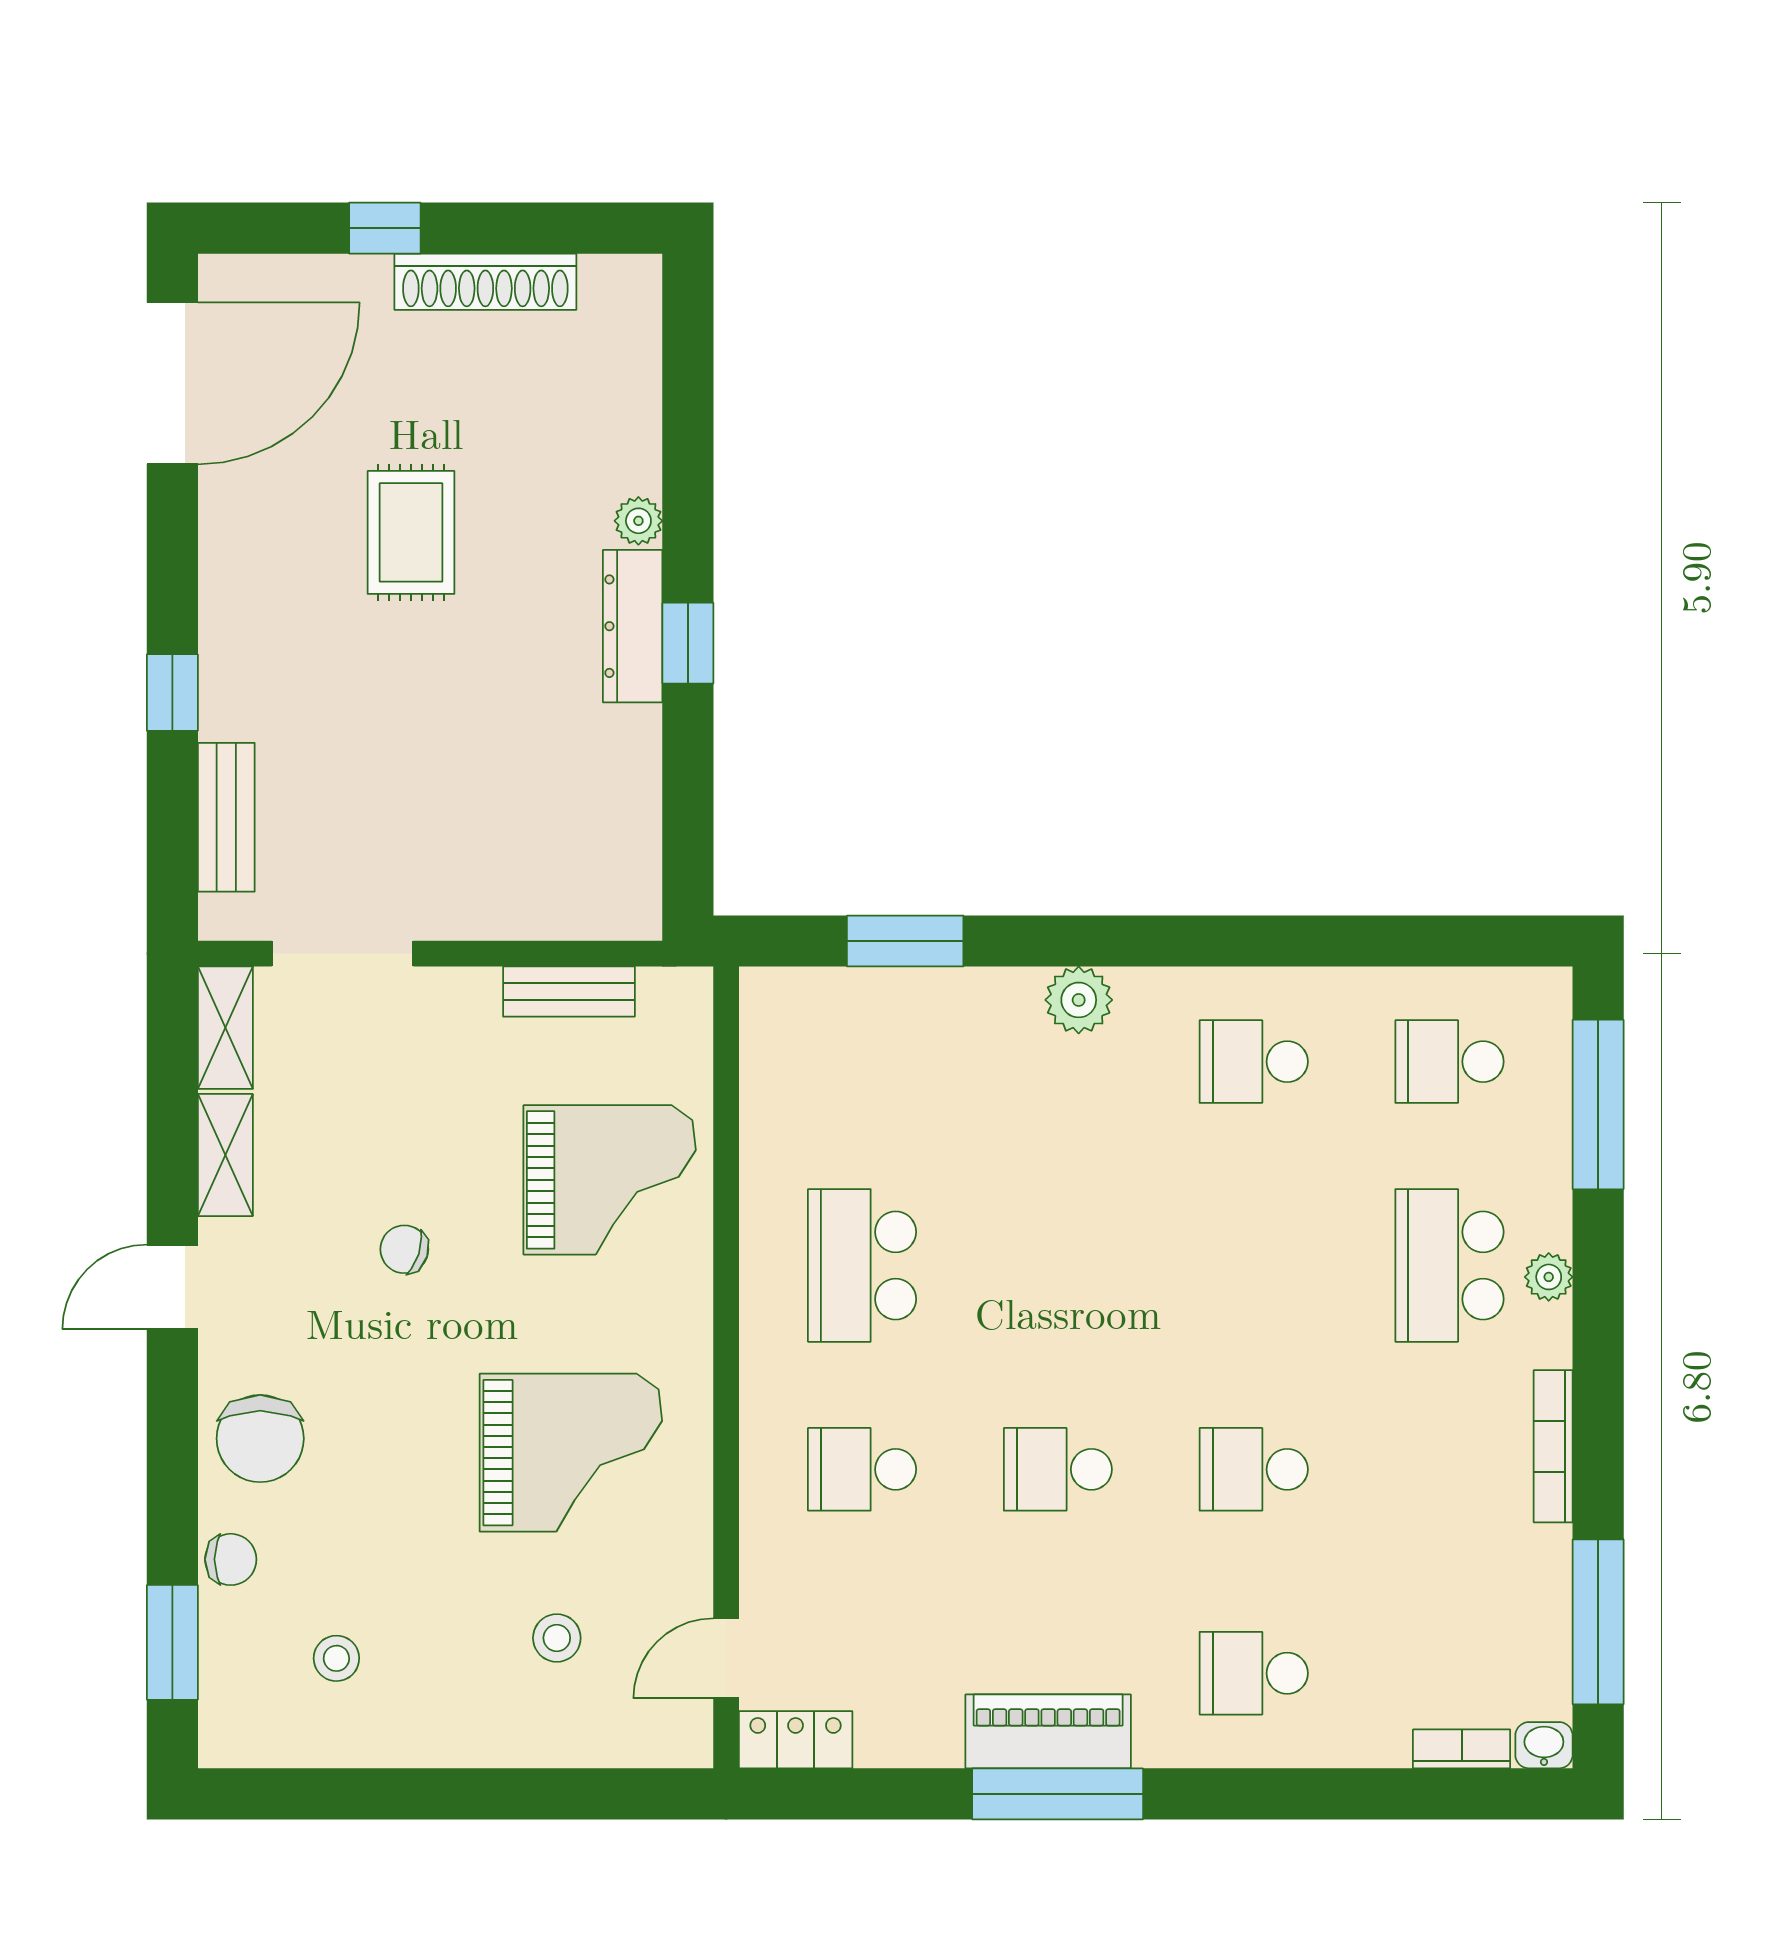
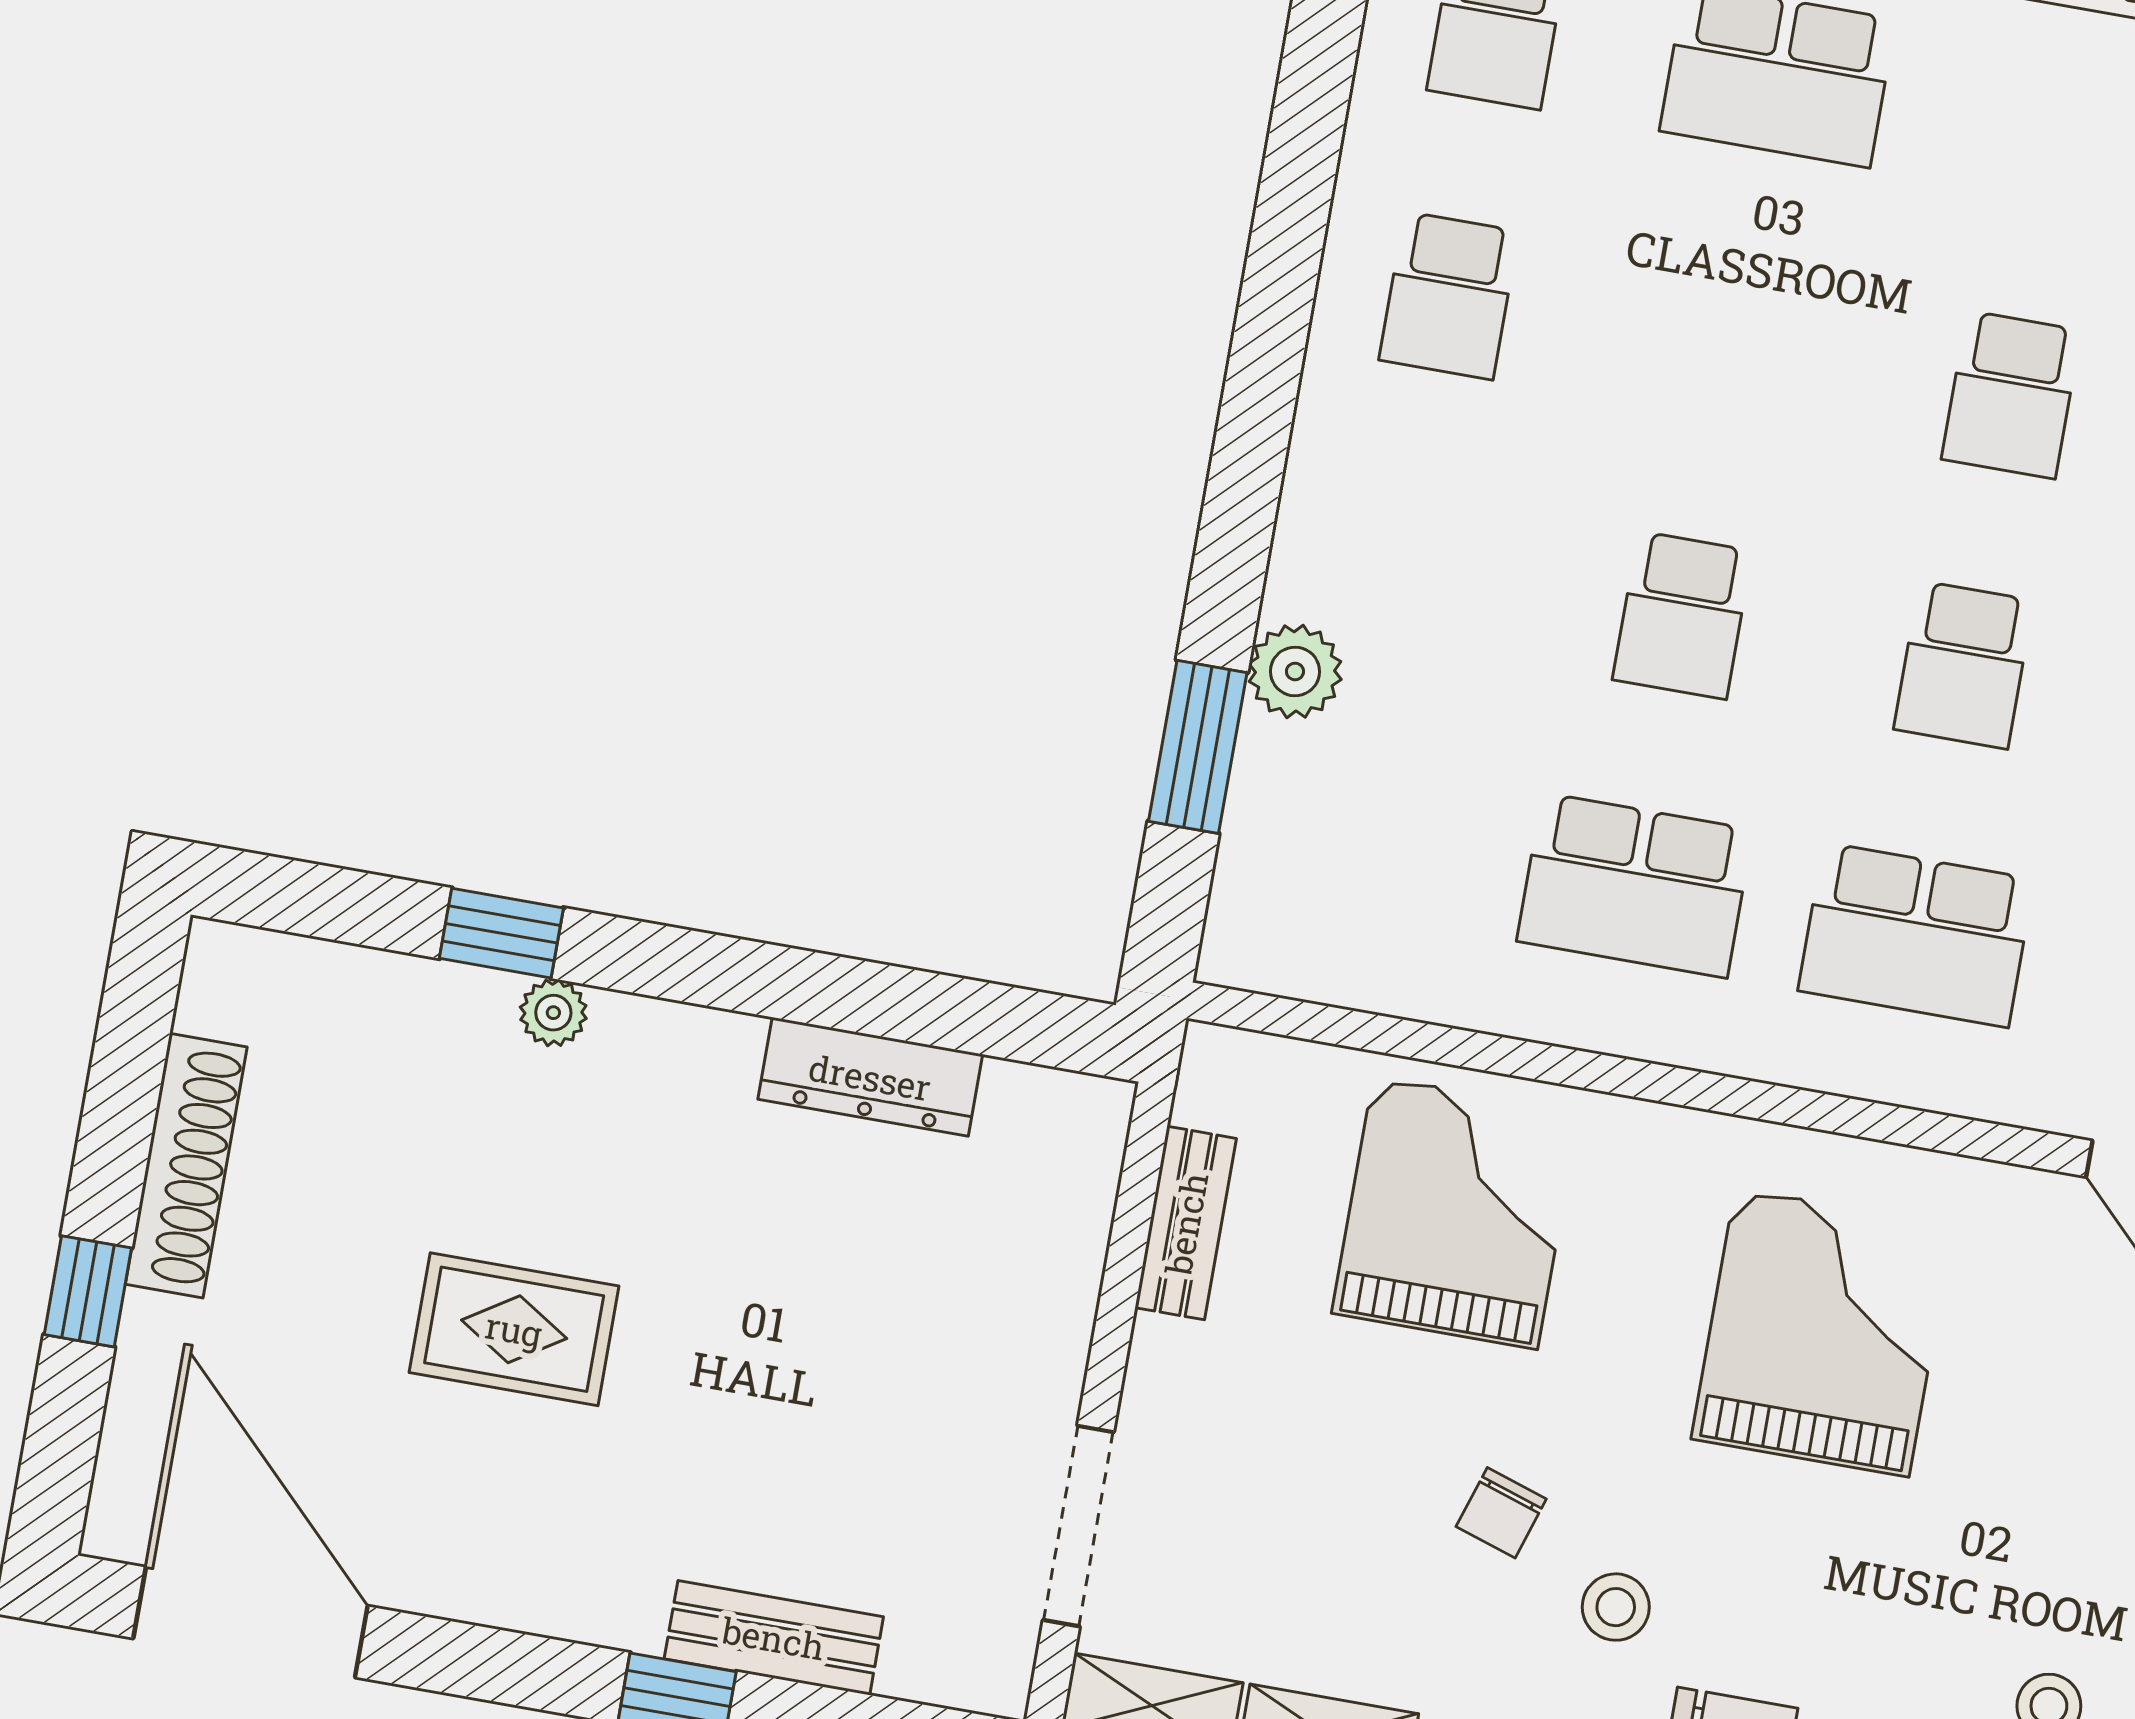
dresser: (633, 626) -> (870, 1077), moved
window: (688, 643) -> (501, 933), moved
bench: (226, 817) -> (774, 1638), moved
plant: (1079, 1000) -> (1295, 671), moved
school desk: (1058, 1265) -> (1682, 615), added
school desk: (862, 1469) -> (1916, 935), width x1.85
stool: (557, 1638) -> (1616, 1607), moved

